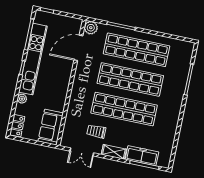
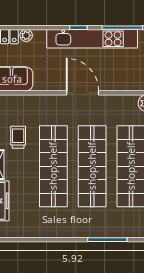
door: (78, 48) -> (82, 93), moved
plant: (22, 99) -> (26, 35), moved

